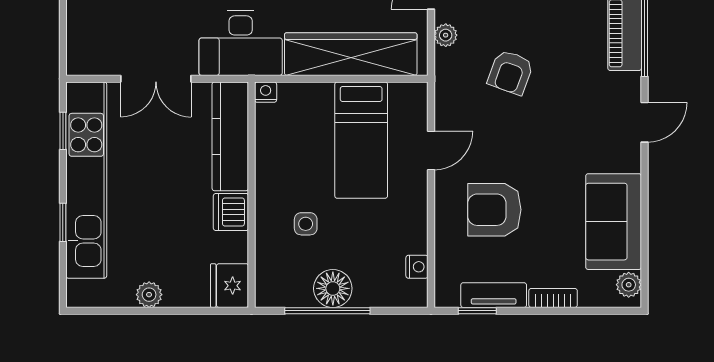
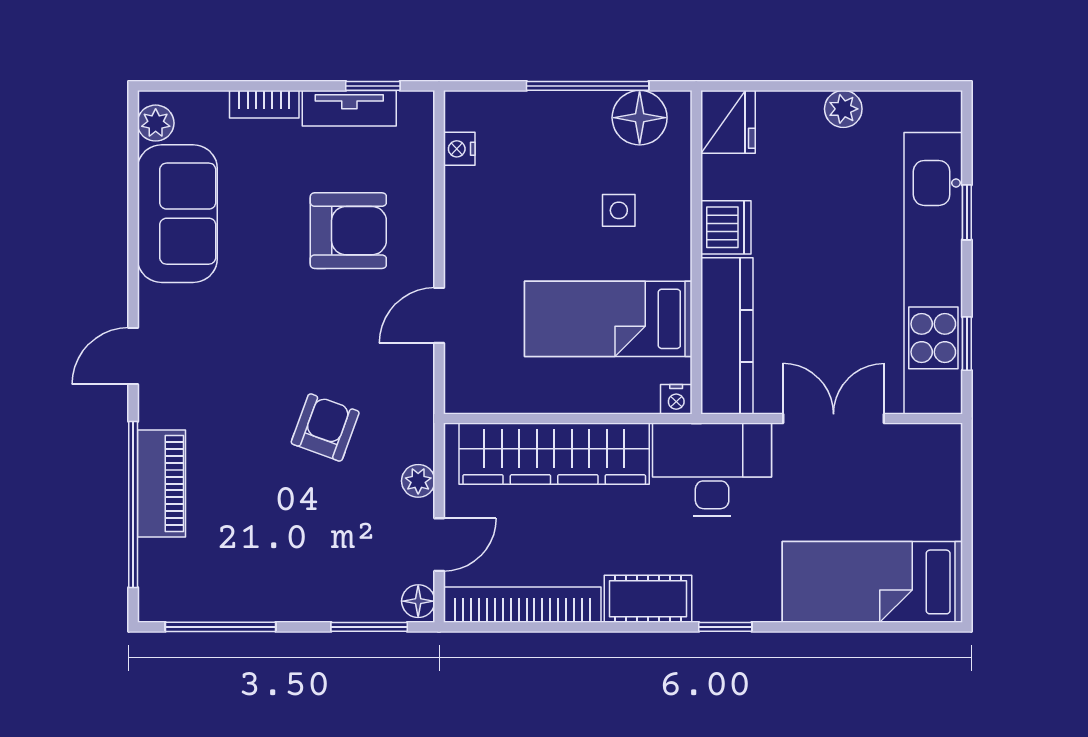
bed: (361, 140) -> (608, 319), moved, turned -90
floor lamp: (333, 288) -> (640, 118), moved

